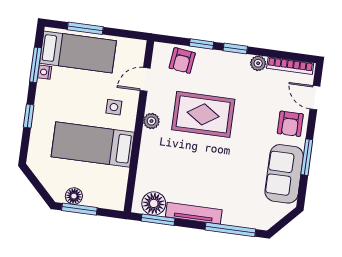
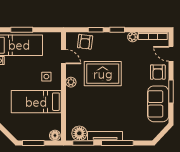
door: (145, 79) -> (64, 57), swing flipped
floor lamp: (74, 196) -> (55, 135), moved
window: (230, 229) -> (117, 143), moved

